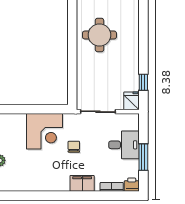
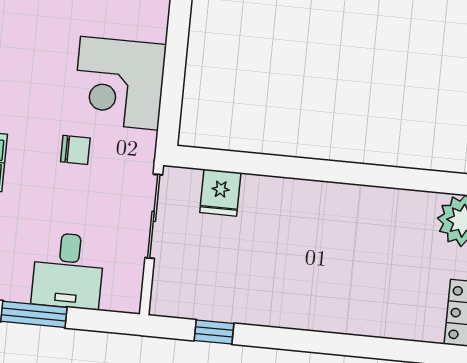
round table: (99, 35) -> (337, 238), removed
fridge: (131, 101) -> (220, 193), moved, turned 90

